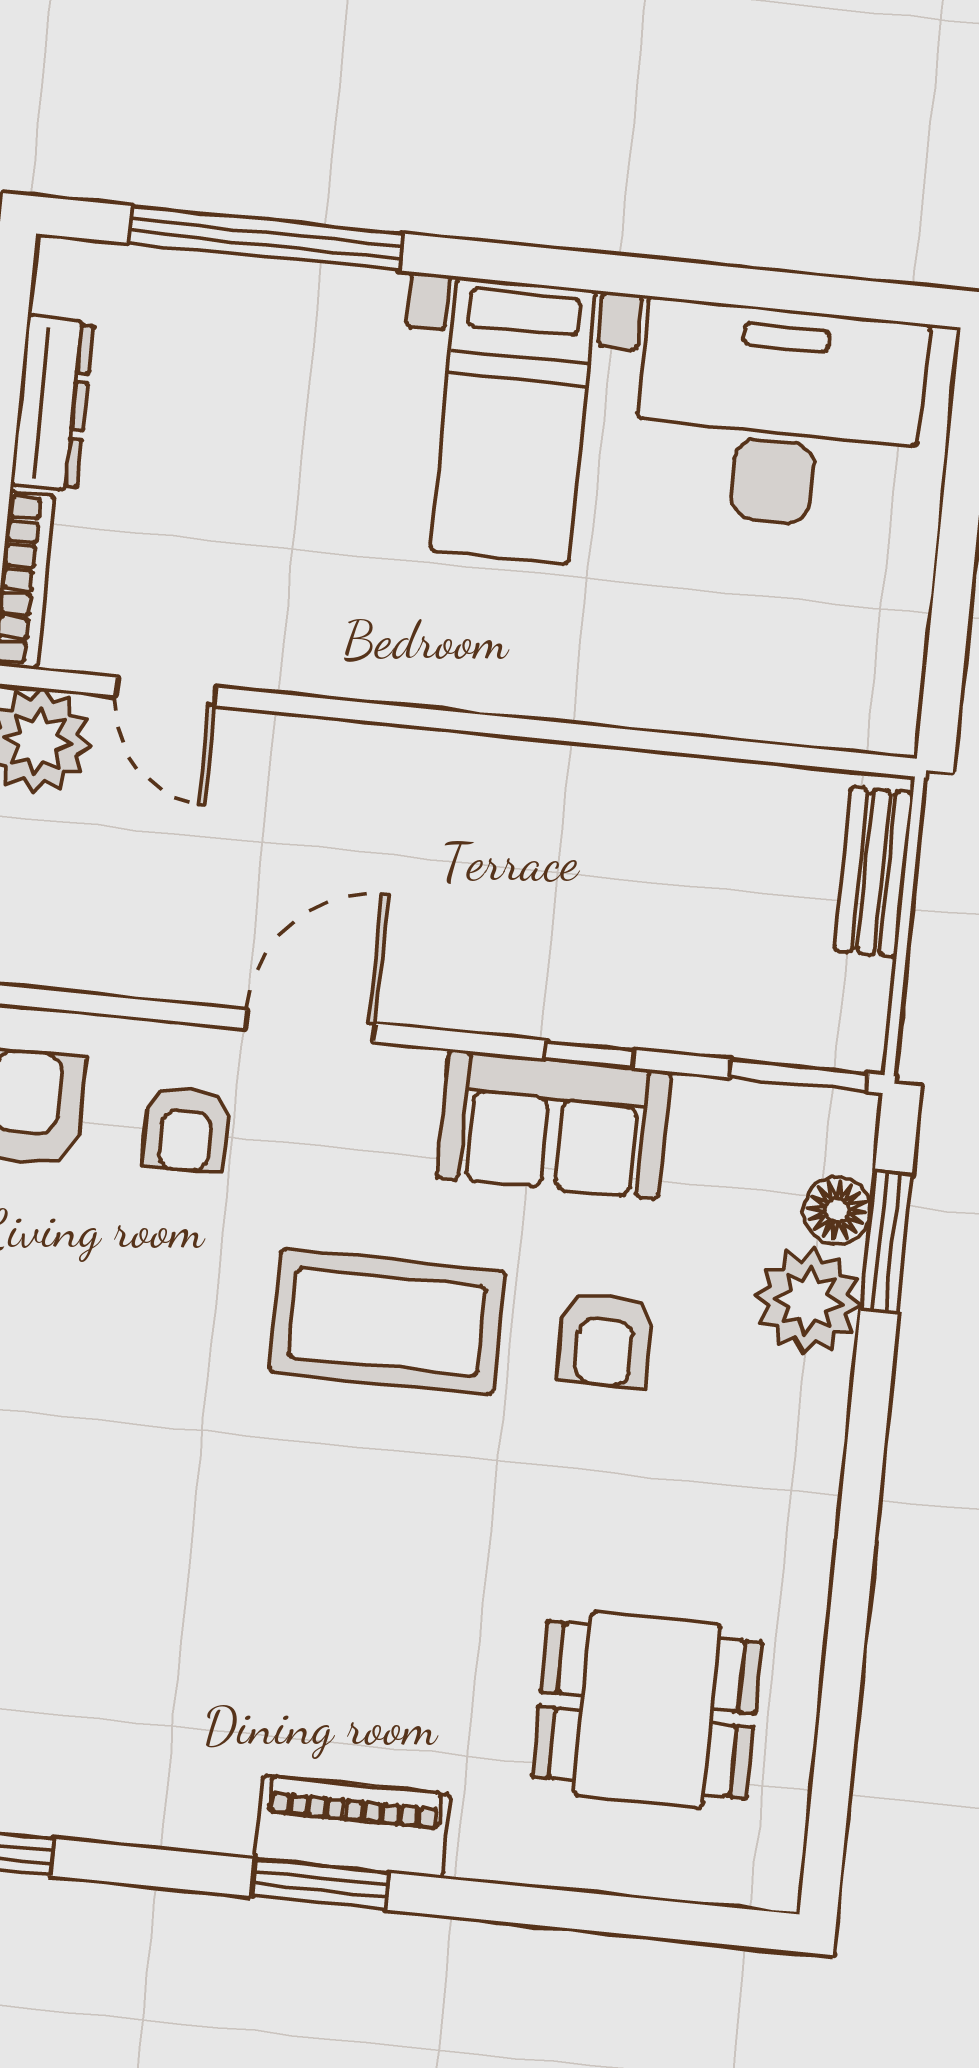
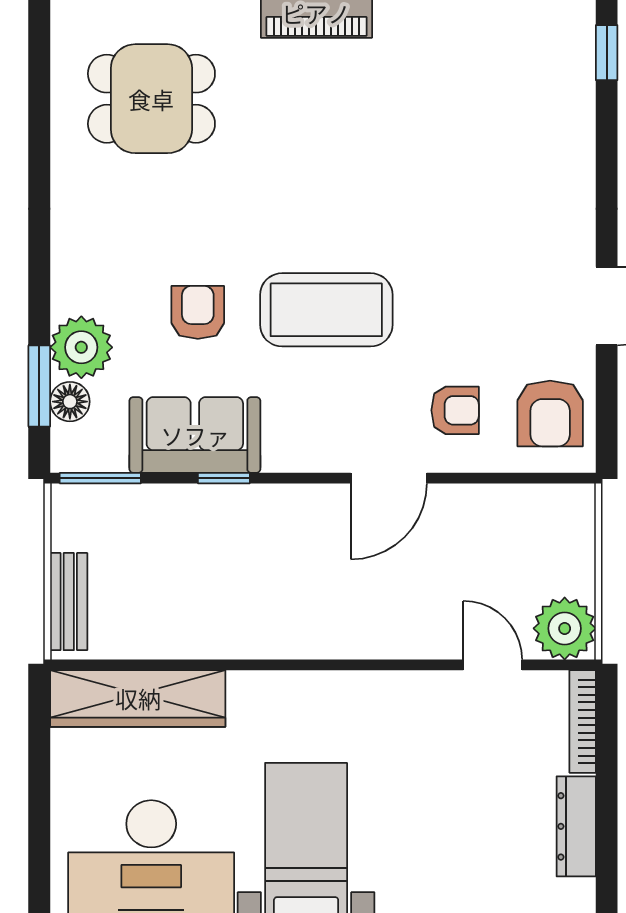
wardrobe: (773, 696) -> (138, 698), added
sofa: (554, 1124) -> (195, 435), moved
armchair: (186, 1129) -> (455, 410), turned 90

